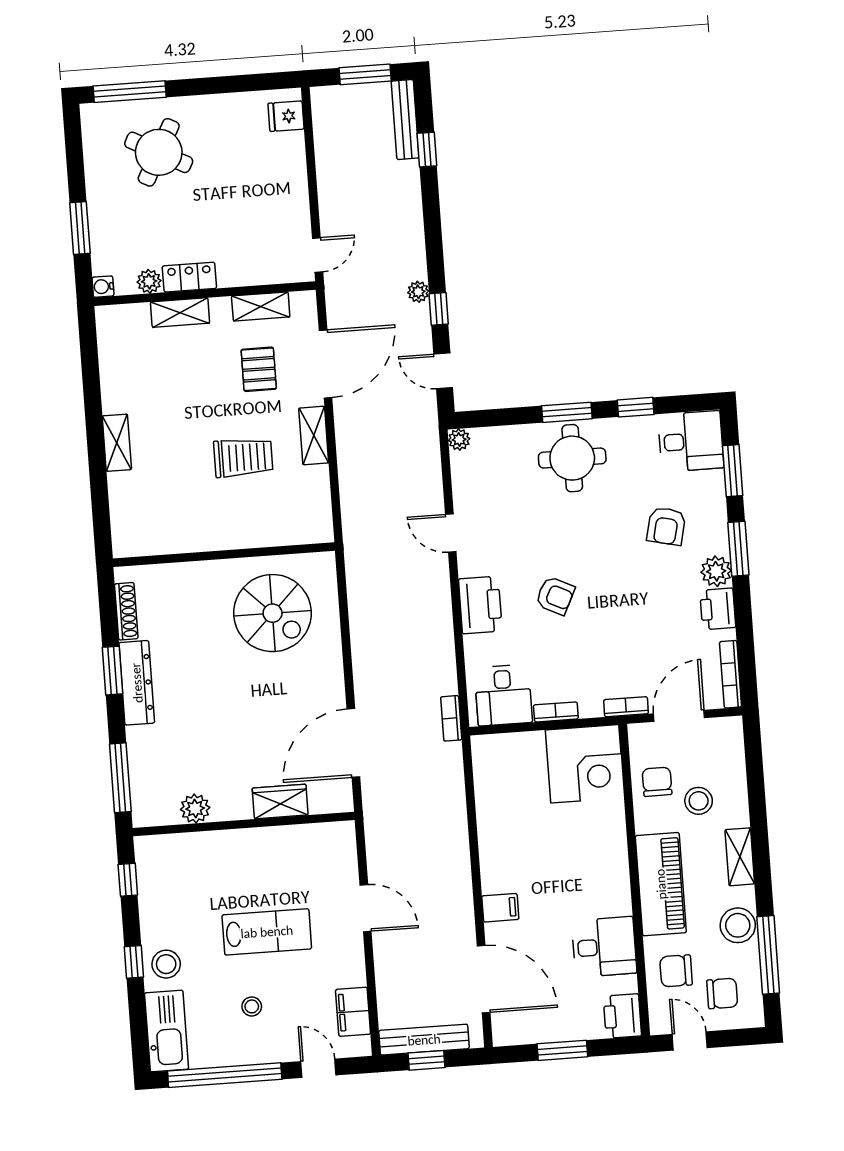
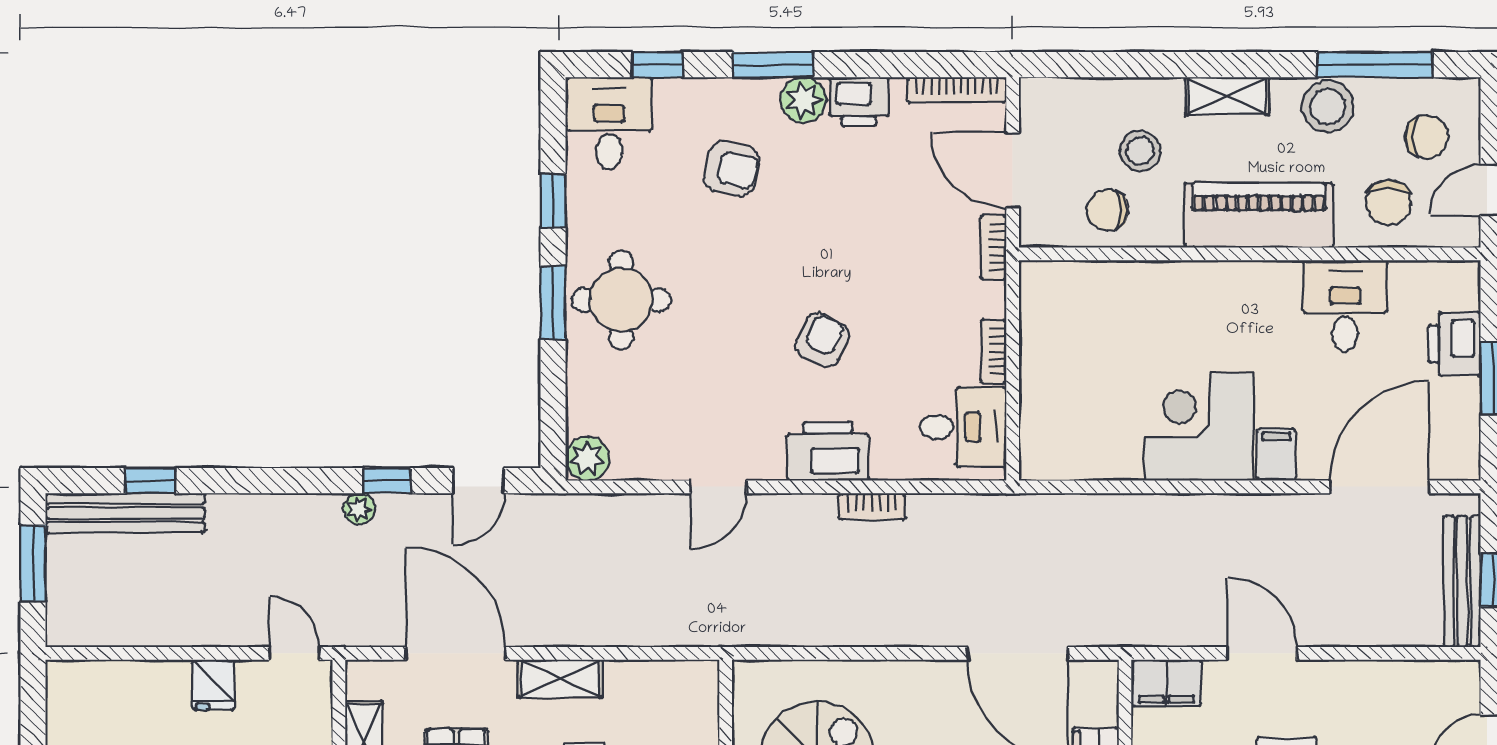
fridge: (286, 116) -> (214, 685), moved
bench: (405, 120) -> (125, 513), width x1.37, depth x1.21
plant: (459, 440) -> (588, 459), width x1.38, depth x1.38
window: (733, 471) -> (657, 65), width x0.67
bookcase: (451, 718) -> (872, 506), moved
corner desk: (585, 764) -> (1199, 426), moved, turned -90
door: (366, 908) -> (1262, 653), hinge flipped
chair: (722, 993) -> (1427, 137), turned 90
filing cabinet: (353, 1012) -> (1166, 683), moved
printer: (622, 1016) -> (1455, 344), moved, turned 90

